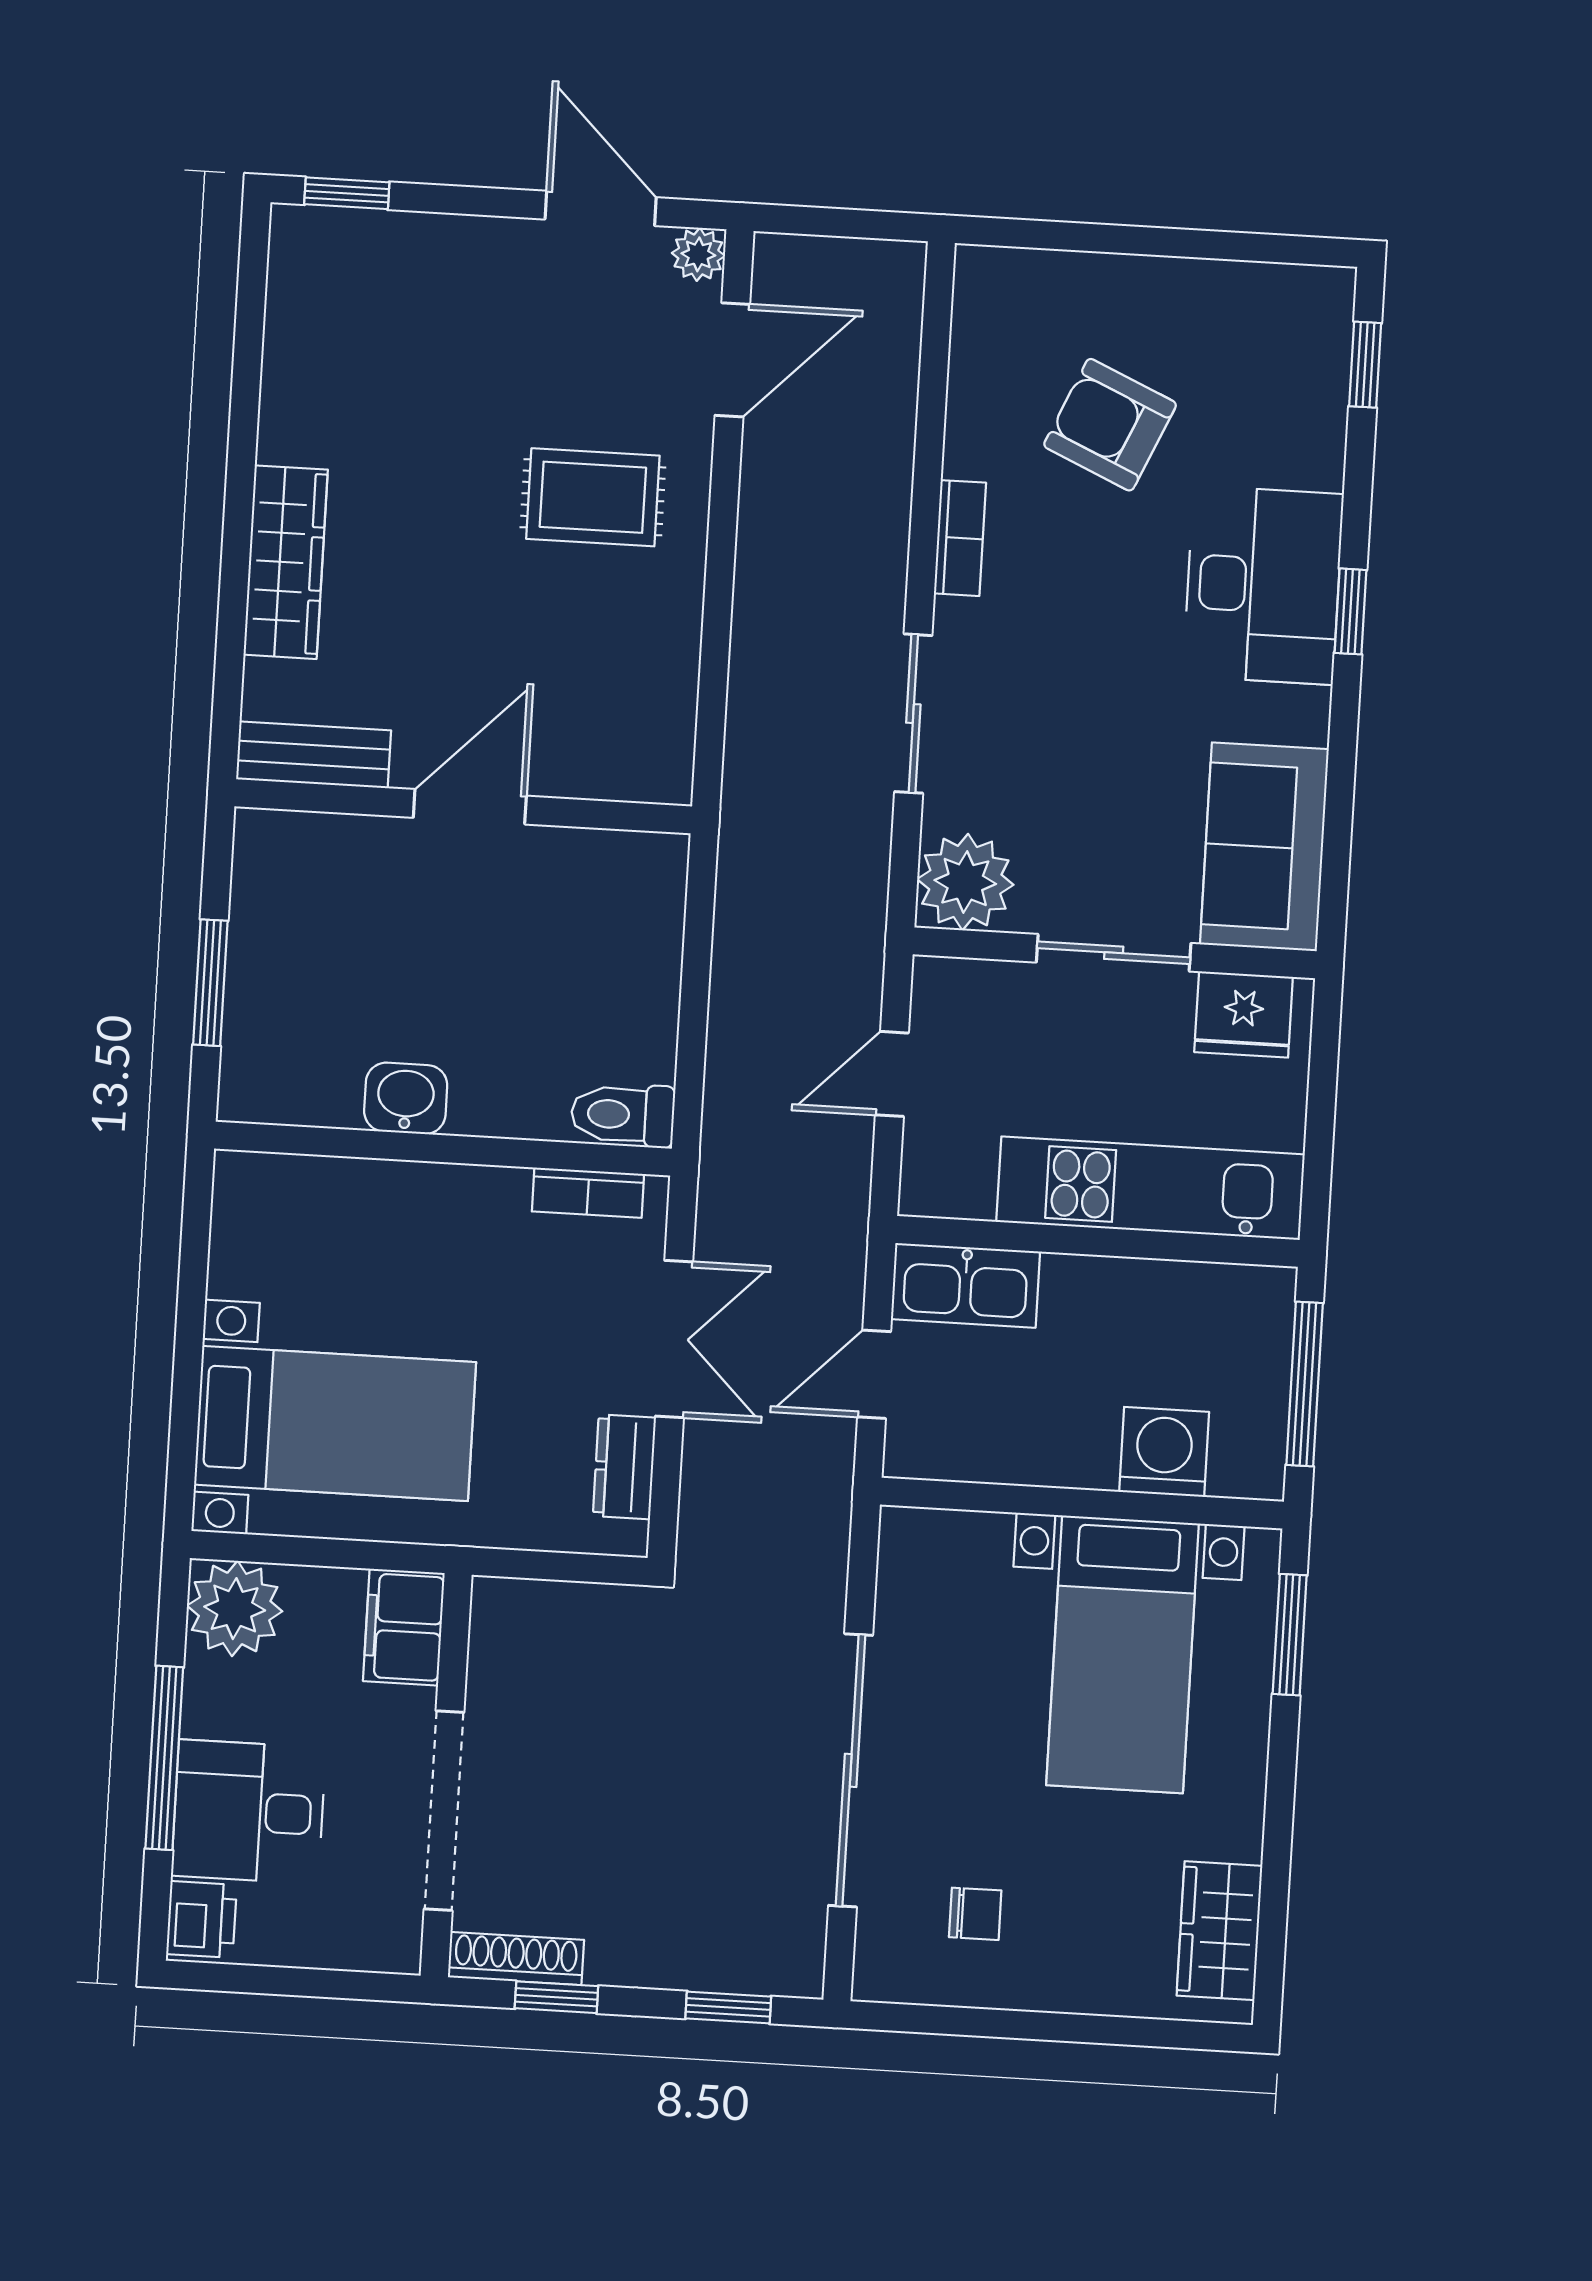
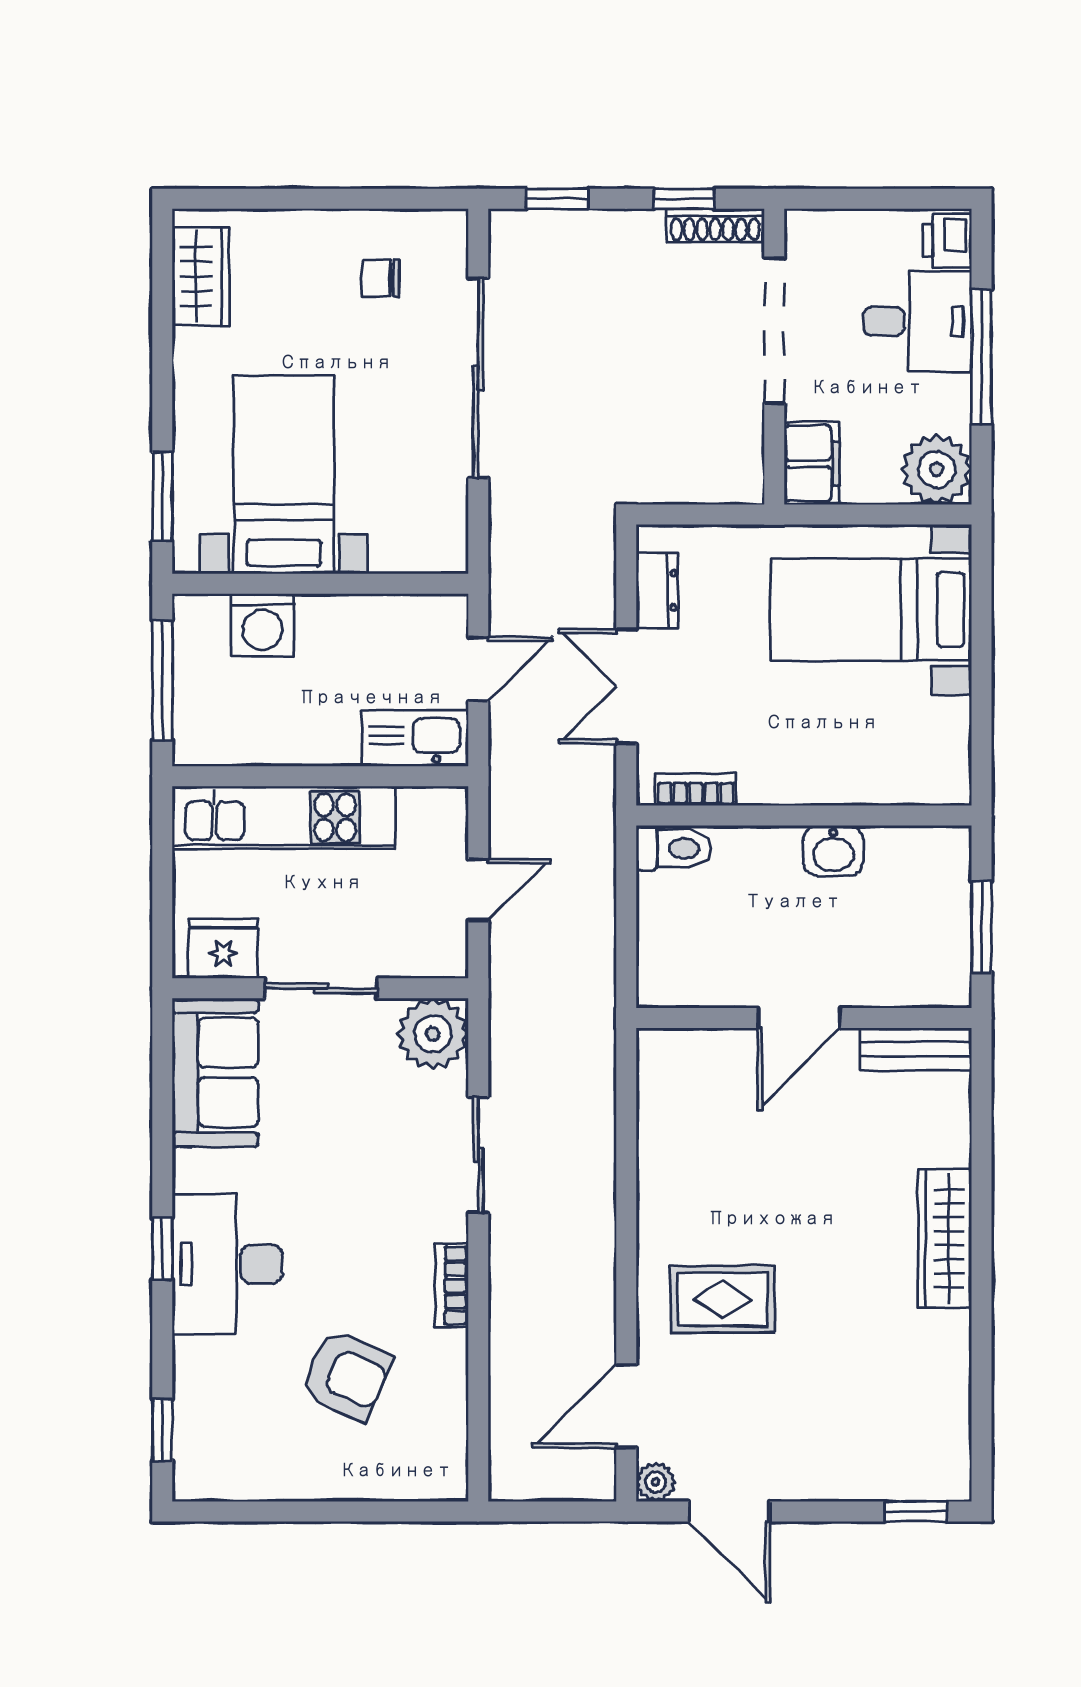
bench: (314, 755) -> (916, 1049), moved
wall: (463, 806) -> (804, 1018), moved
door: (470, 807) -> (799, 1018), moved

